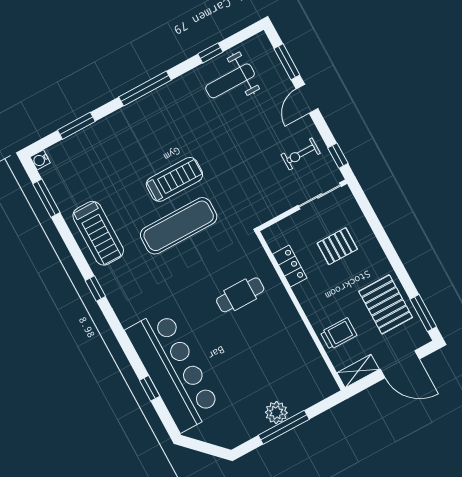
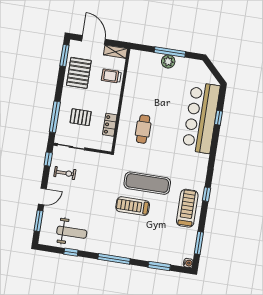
window: (373, 220) -> (55, 117), added
window: (95, 288) -> (206, 194), moved
cafe table: (240, 295) -> (143, 129), turned 90

